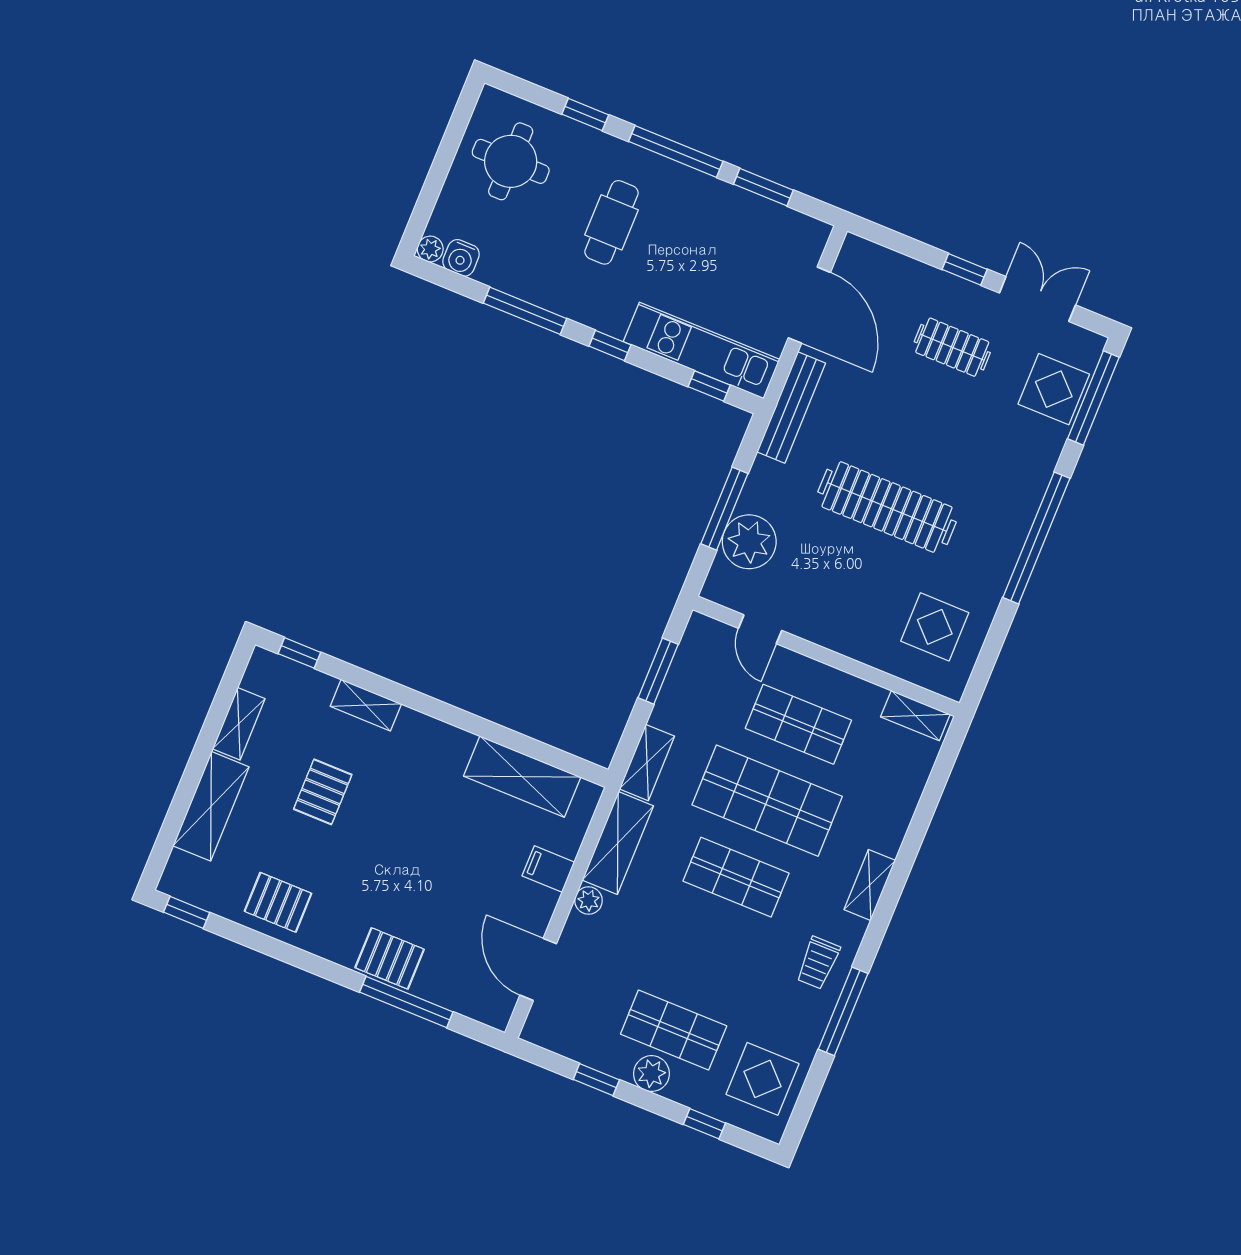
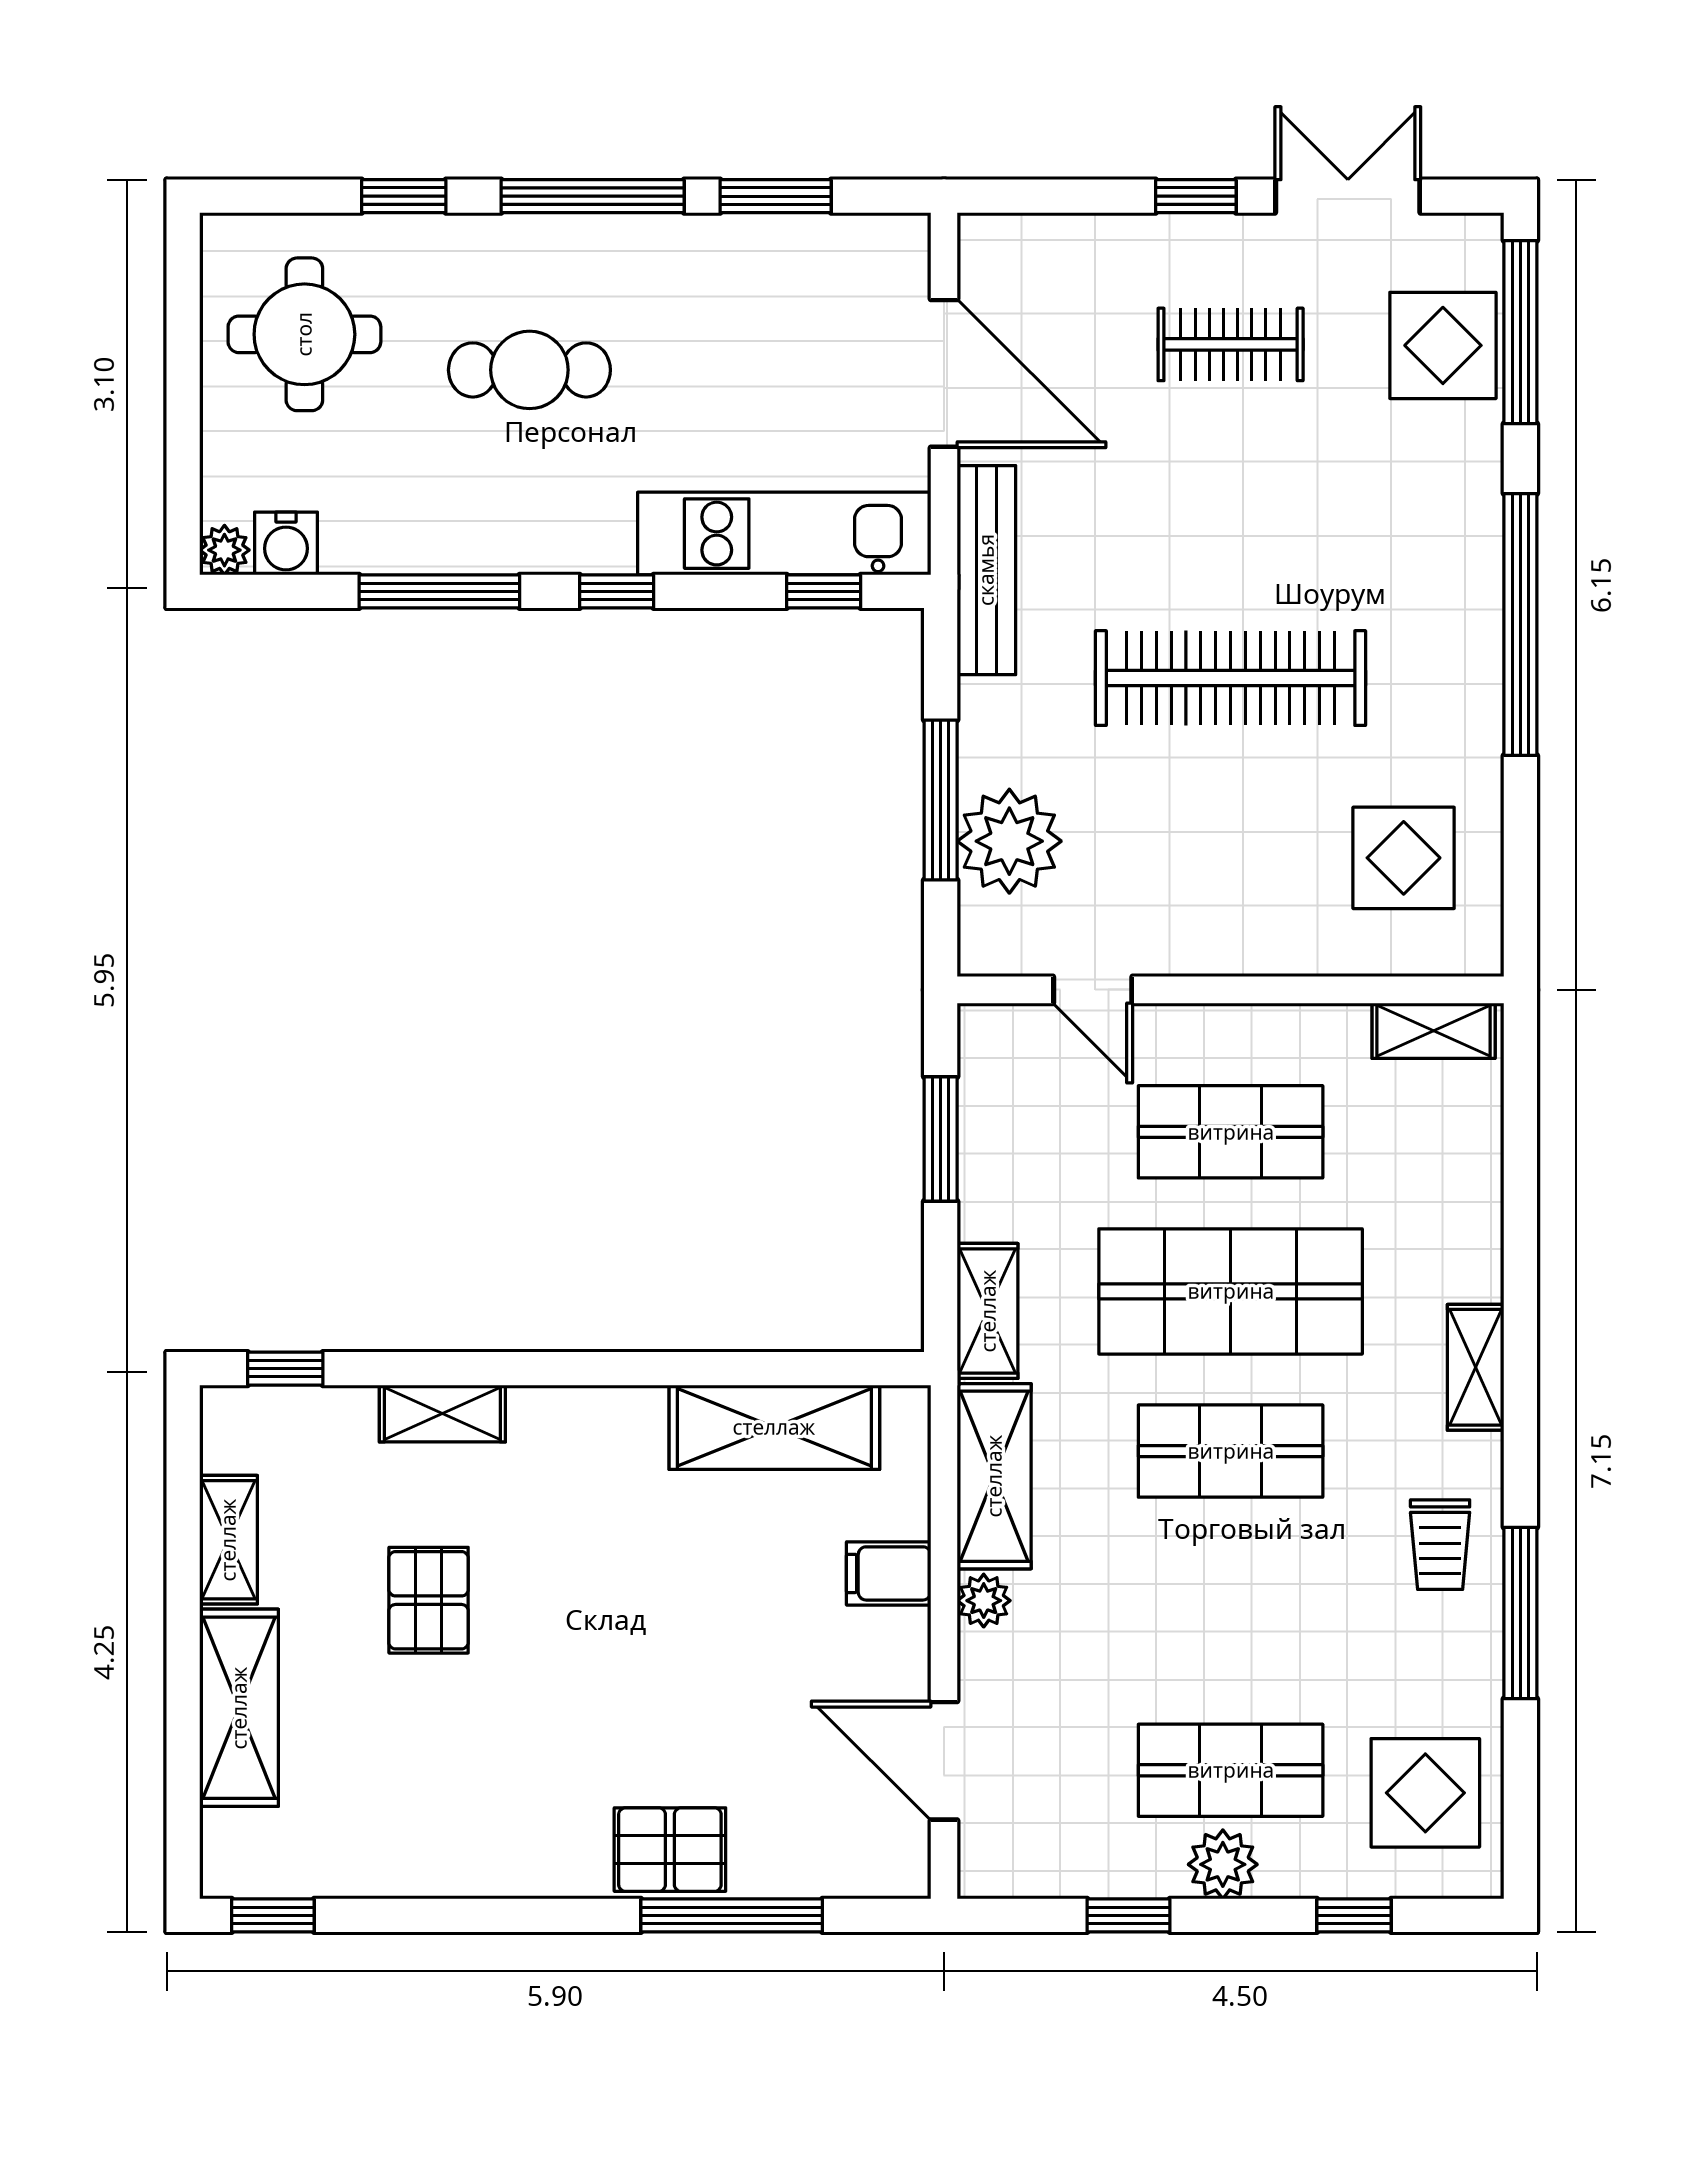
cafe table: (611, 222) -> (529, 370), turned 90
pallet: (278, 902) -> (429, 1831), removed

